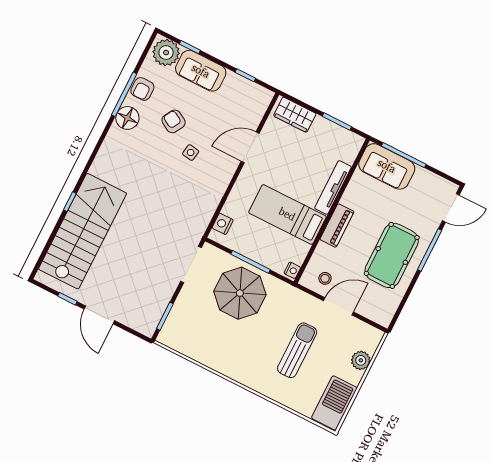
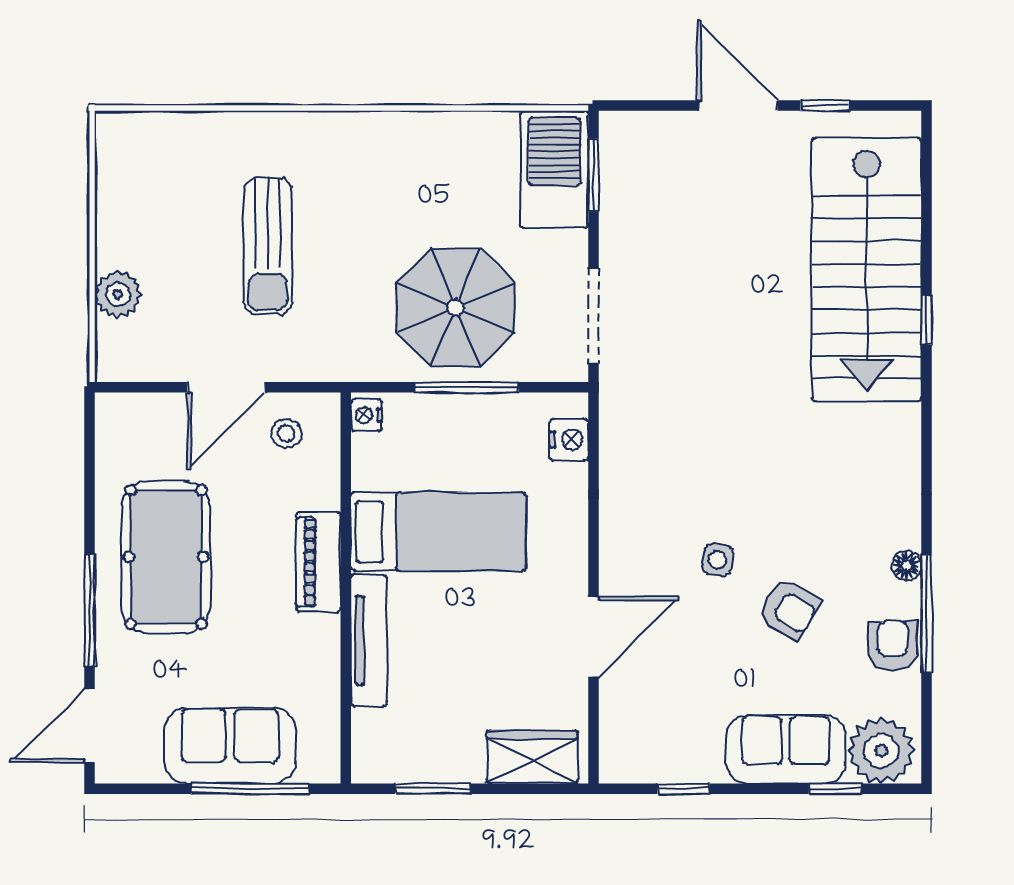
floor lamp: (127, 118) -> (907, 566), width x0.53, depth x0.53
sofa: (387, 166) -> (230, 745), moved
barbecue: (334, 403) -> (554, 169), moved, turned 180

